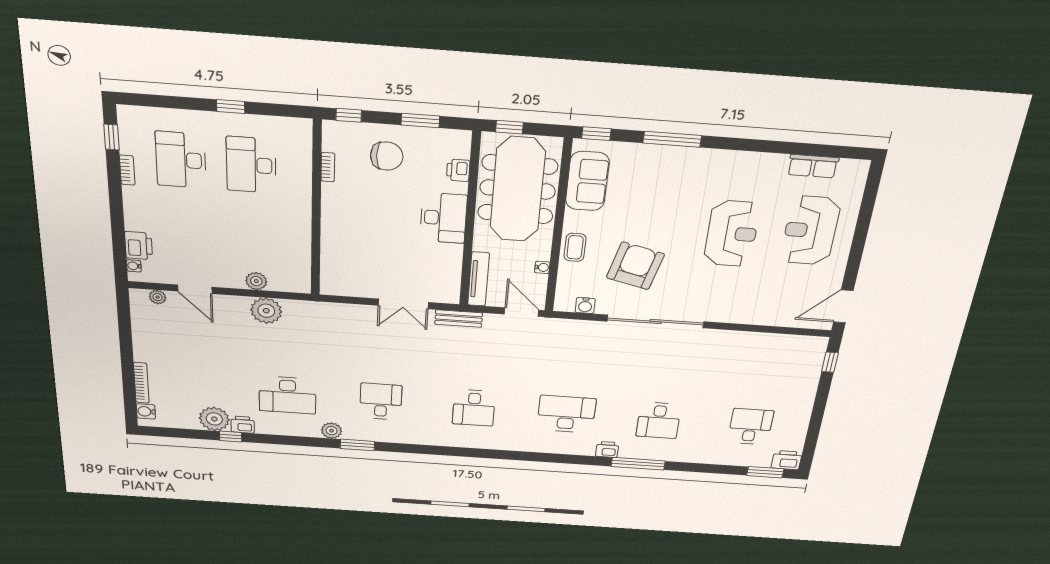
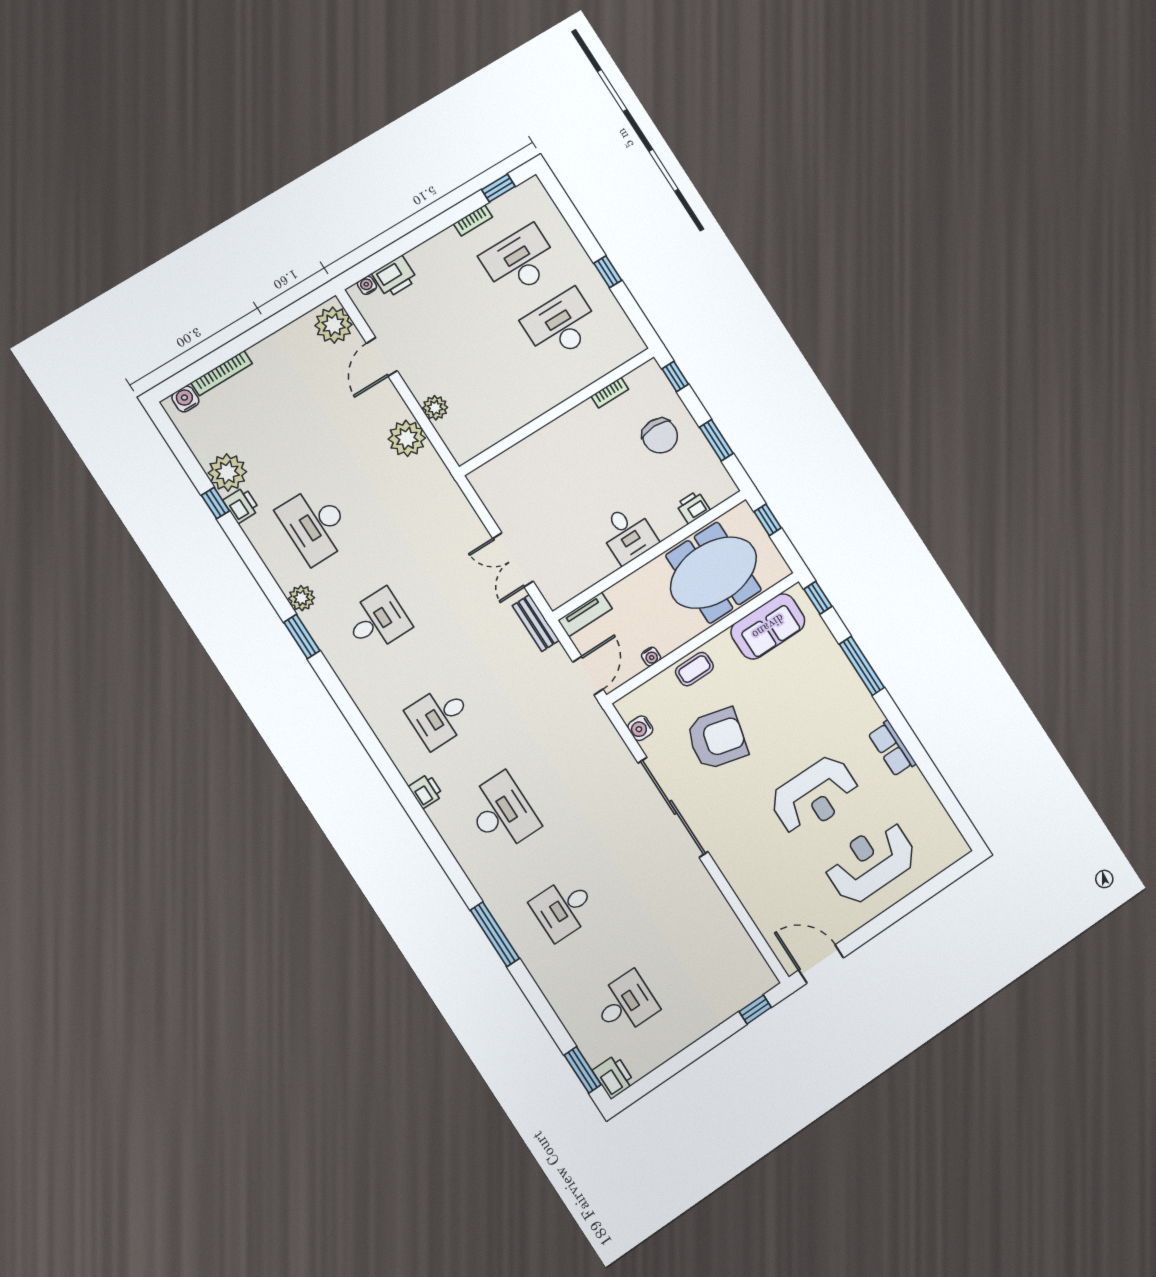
row of seats: (813, 166) -> (892, 749), moved
meeting table: (518, 189) -> (714, 573), width x0.73
desk: (443, 218) -> (628, 534), width x0.73
tv unit: (479, 279) -> (585, 614), width x0.71
plant: (158, 297) -> (333, 325), width x1.87, depth x1.87
printer: (607, 449) -> (426, 791), moved

